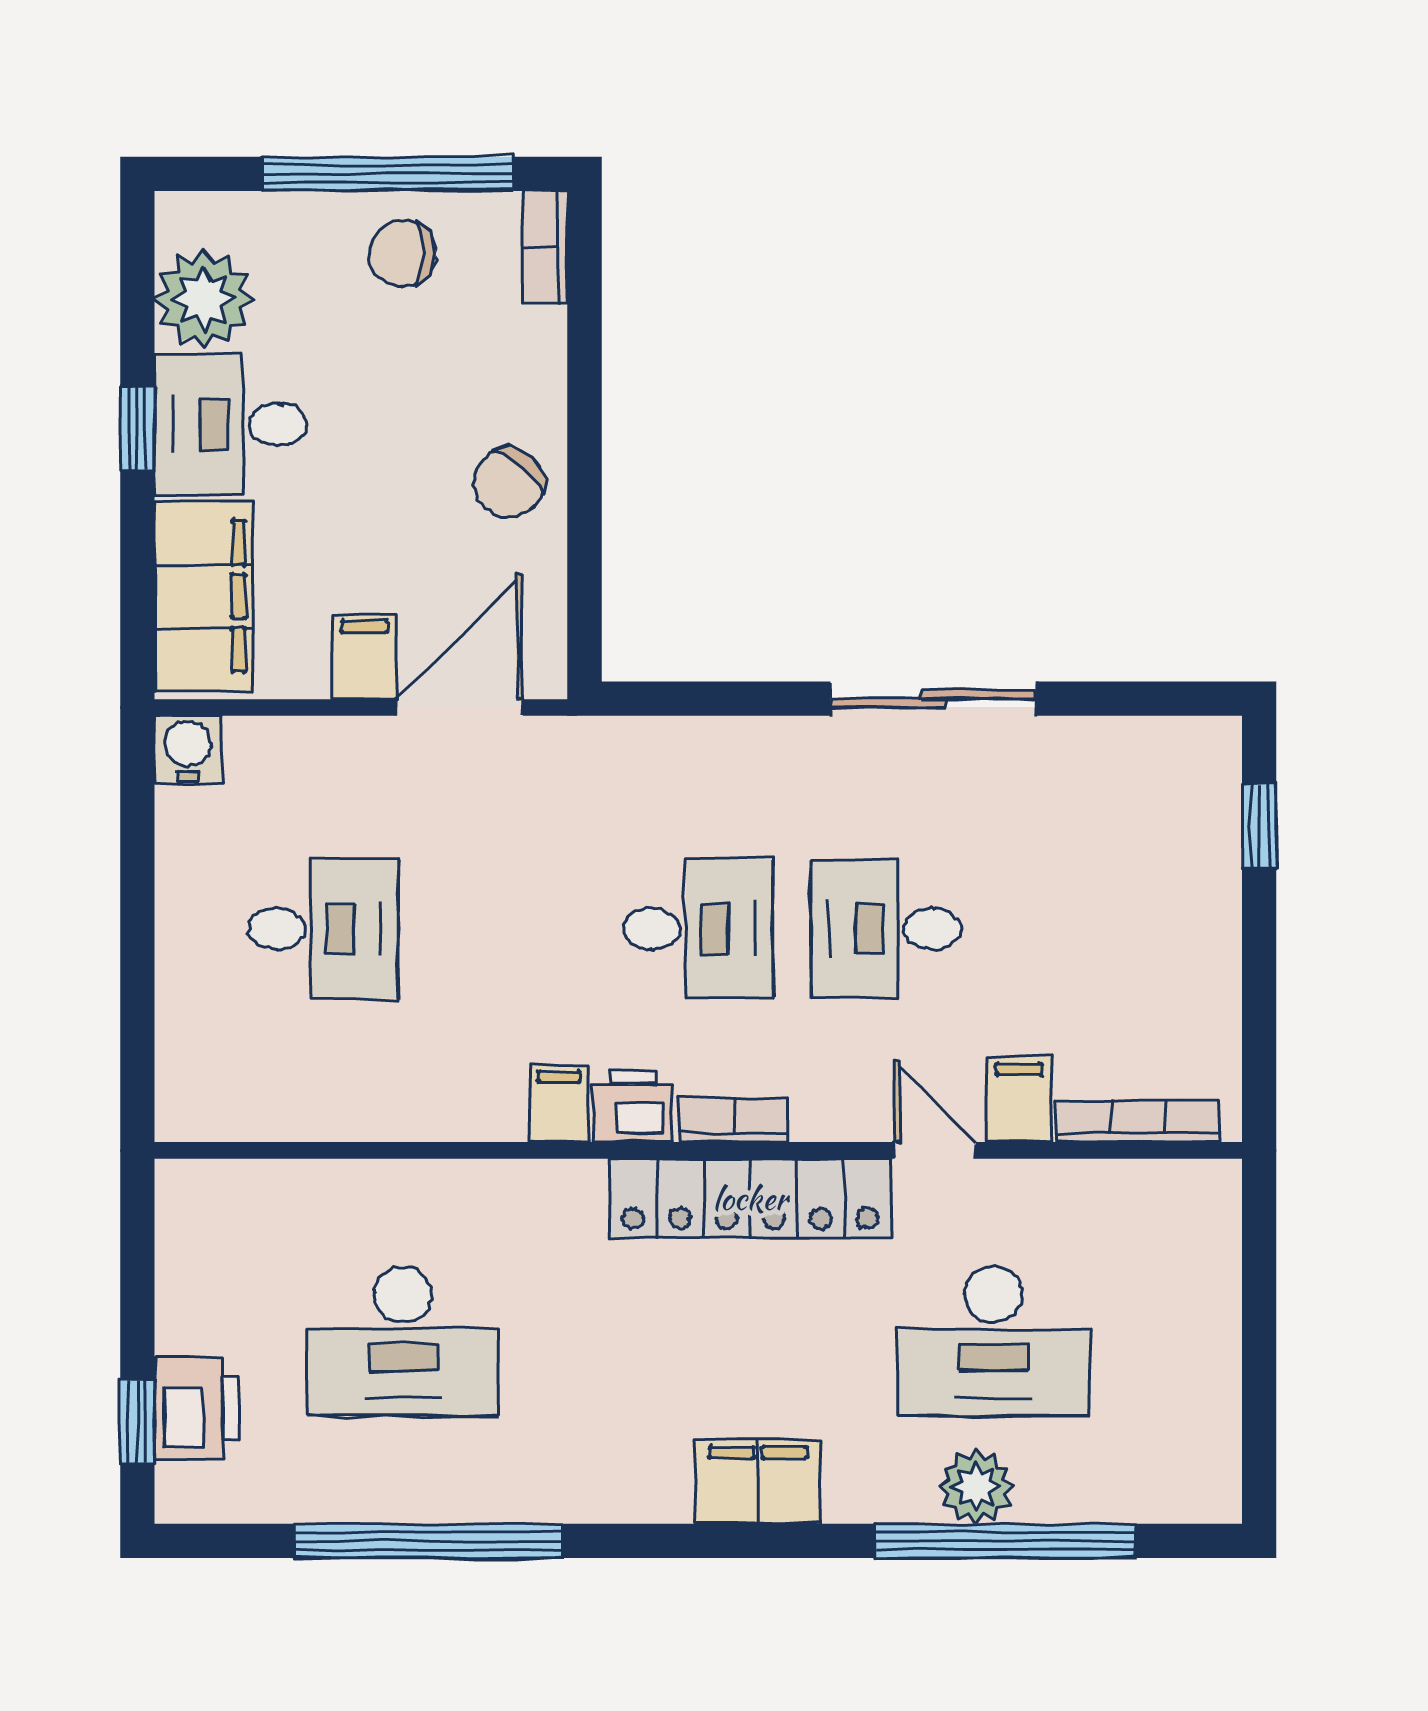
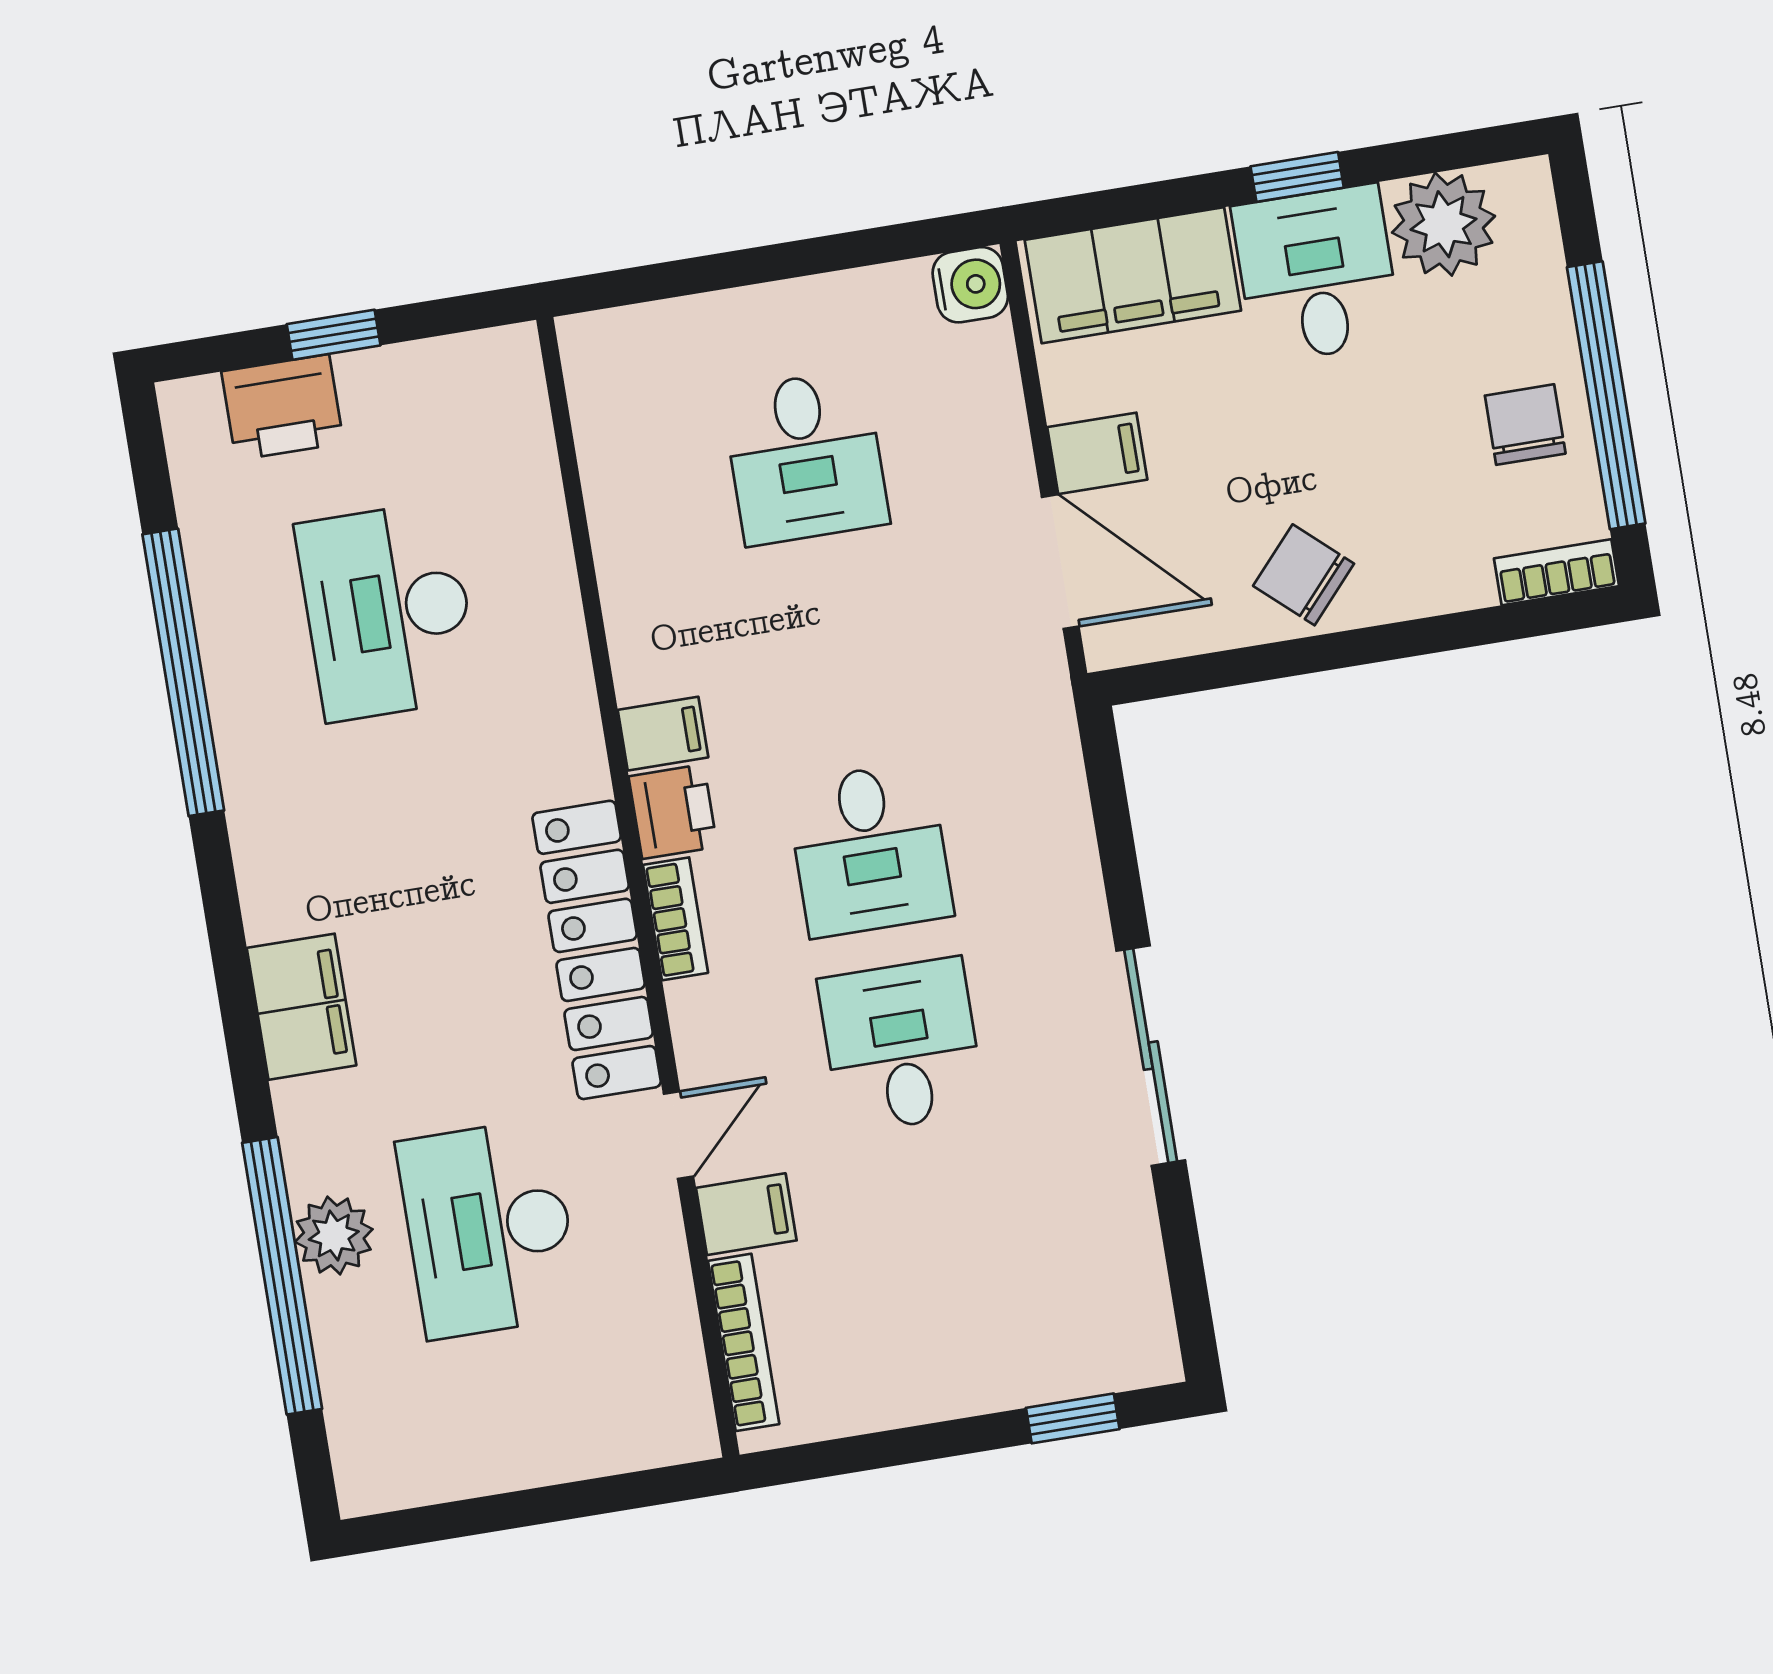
window: (137, 1422) -> (334, 335), moved

